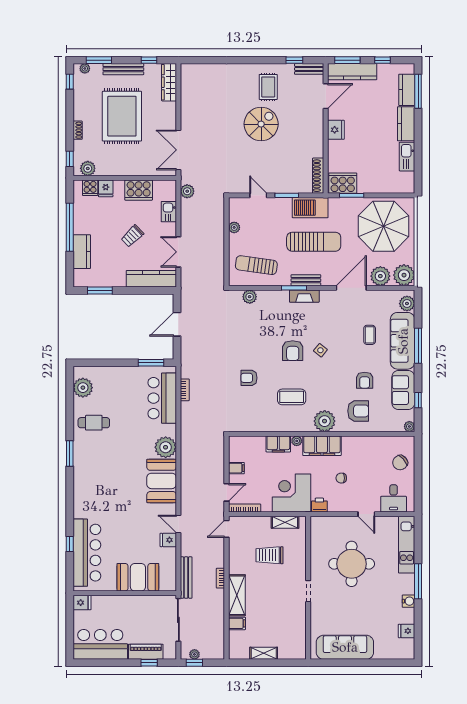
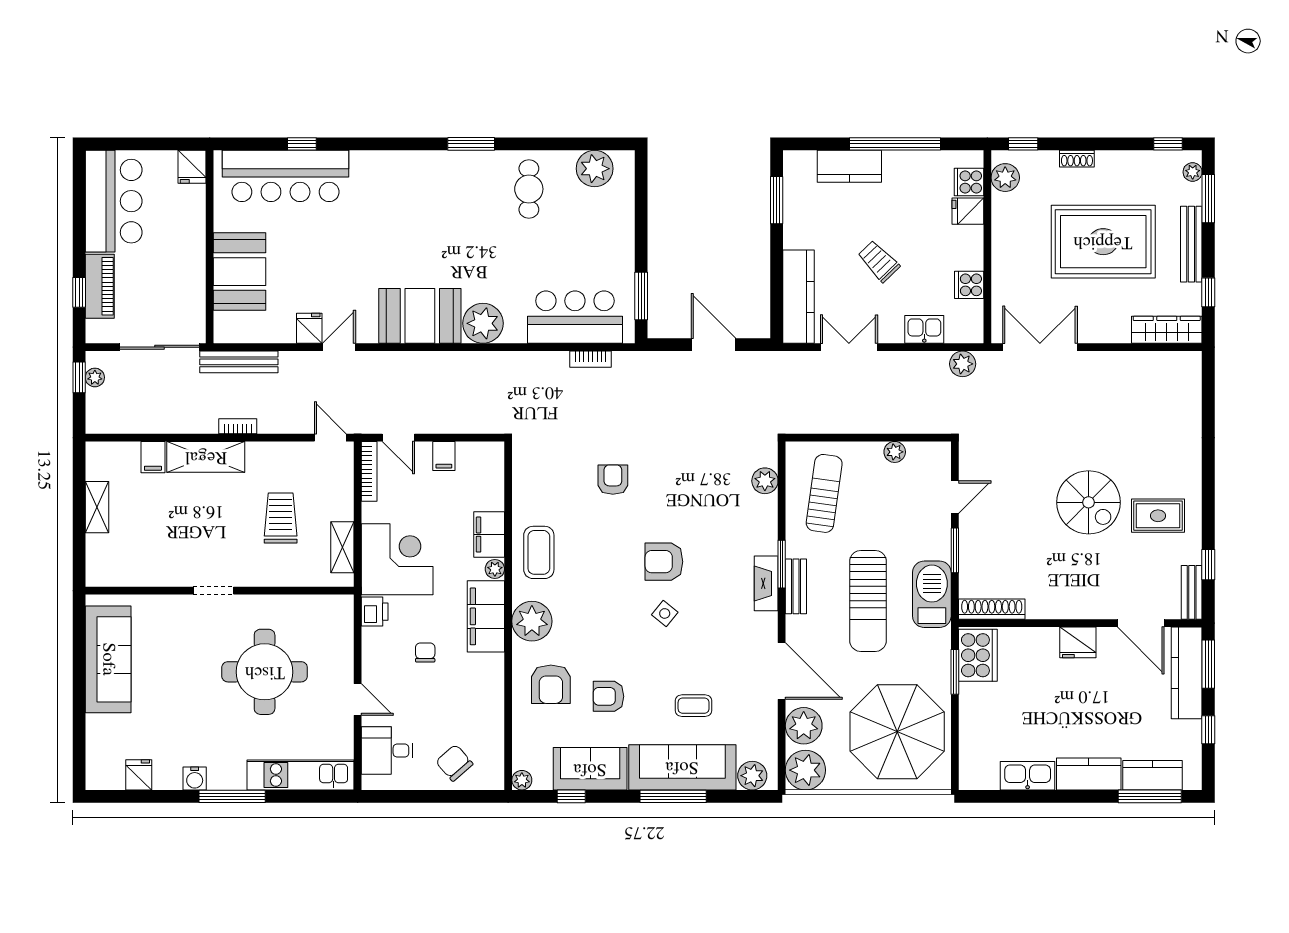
cooker: (139, 190) -> (969, 285), width x0.53, depth x0.76
coffee table: (292, 397) -> (539, 552), moved
door: (366, 514) -> (358, 700), swing flipped

